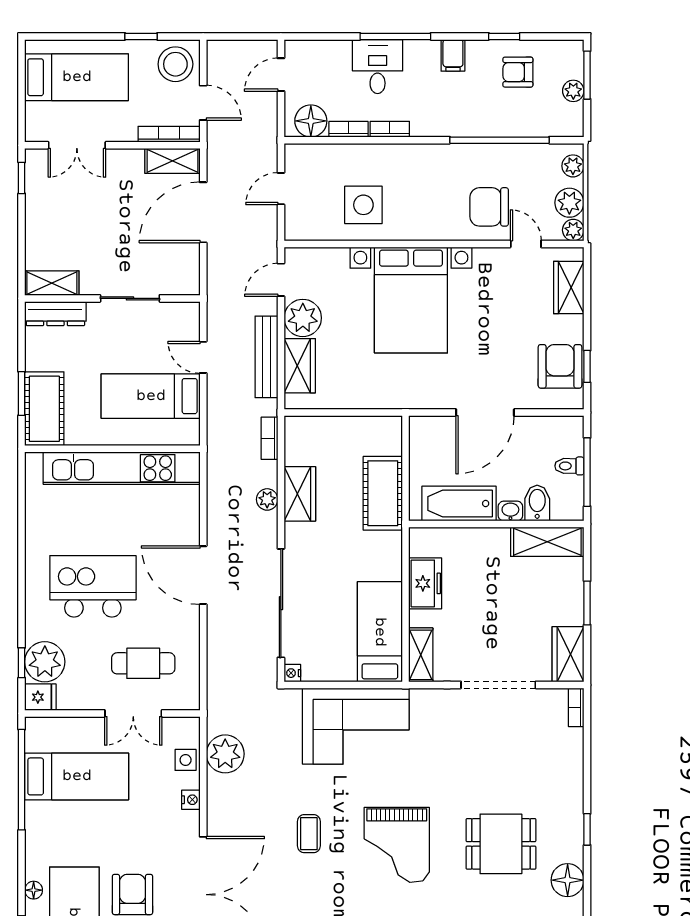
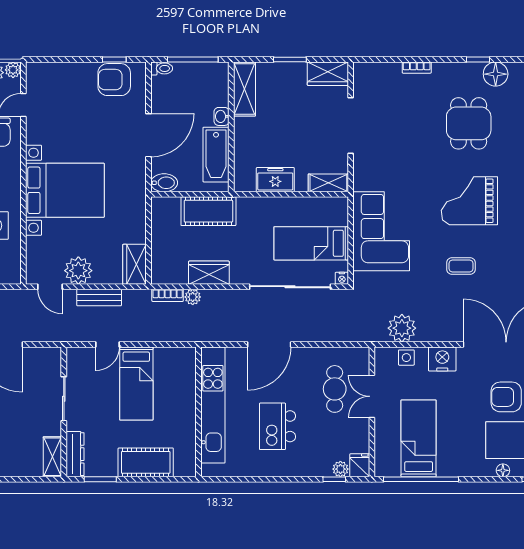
wardrobe: (569, 287) -> (56, 73), removed
bench: (266, 357) -> (99, 298), width x0.73
wardrobe: (300, 366) -> (135, 264), moved, turned -90
window: (22, 393) -> (100, 479), moved
door: (485, 413) -> (148, 135), hinge flipped
wall: (112, 449) -> (199, 412), moved
toilet: (569, 466) -> (162, 68), moved, turned -90
kitchen unit: (122, 468) -> (213, 405), moved
plant: (267, 499) -> (193, 297), moved
bidet: (537, 503) -> (164, 183), moved, turned 180
kitchen island: (93, 586) -> (277, 426), width x0.73, depth x0.78
bed: (380, 632) -> (311, 243), moved
plant: (45, 662) -> (340, 469), width x0.53, depth x0.53
bookcase: (576, 707) -> (417, 68), moved
double door: (133, 713) -> (372, 396), swing flipped
nightstand: (191, 800) -> (442, 359), width x1.89, depth x1.79
window: (587, 829) -> (478, 60), moved
grand piano: (397, 845) -> (469, 201), turned 180

